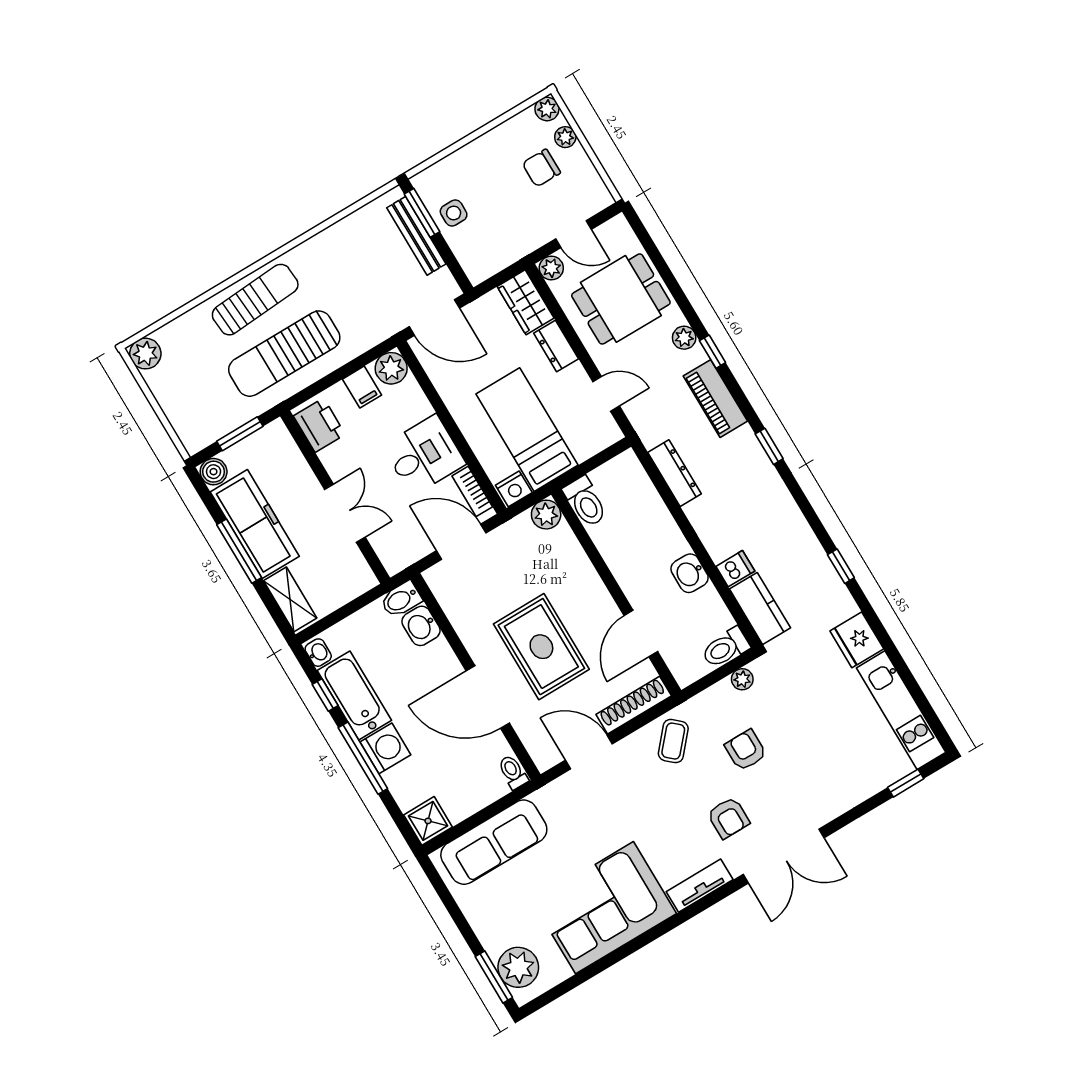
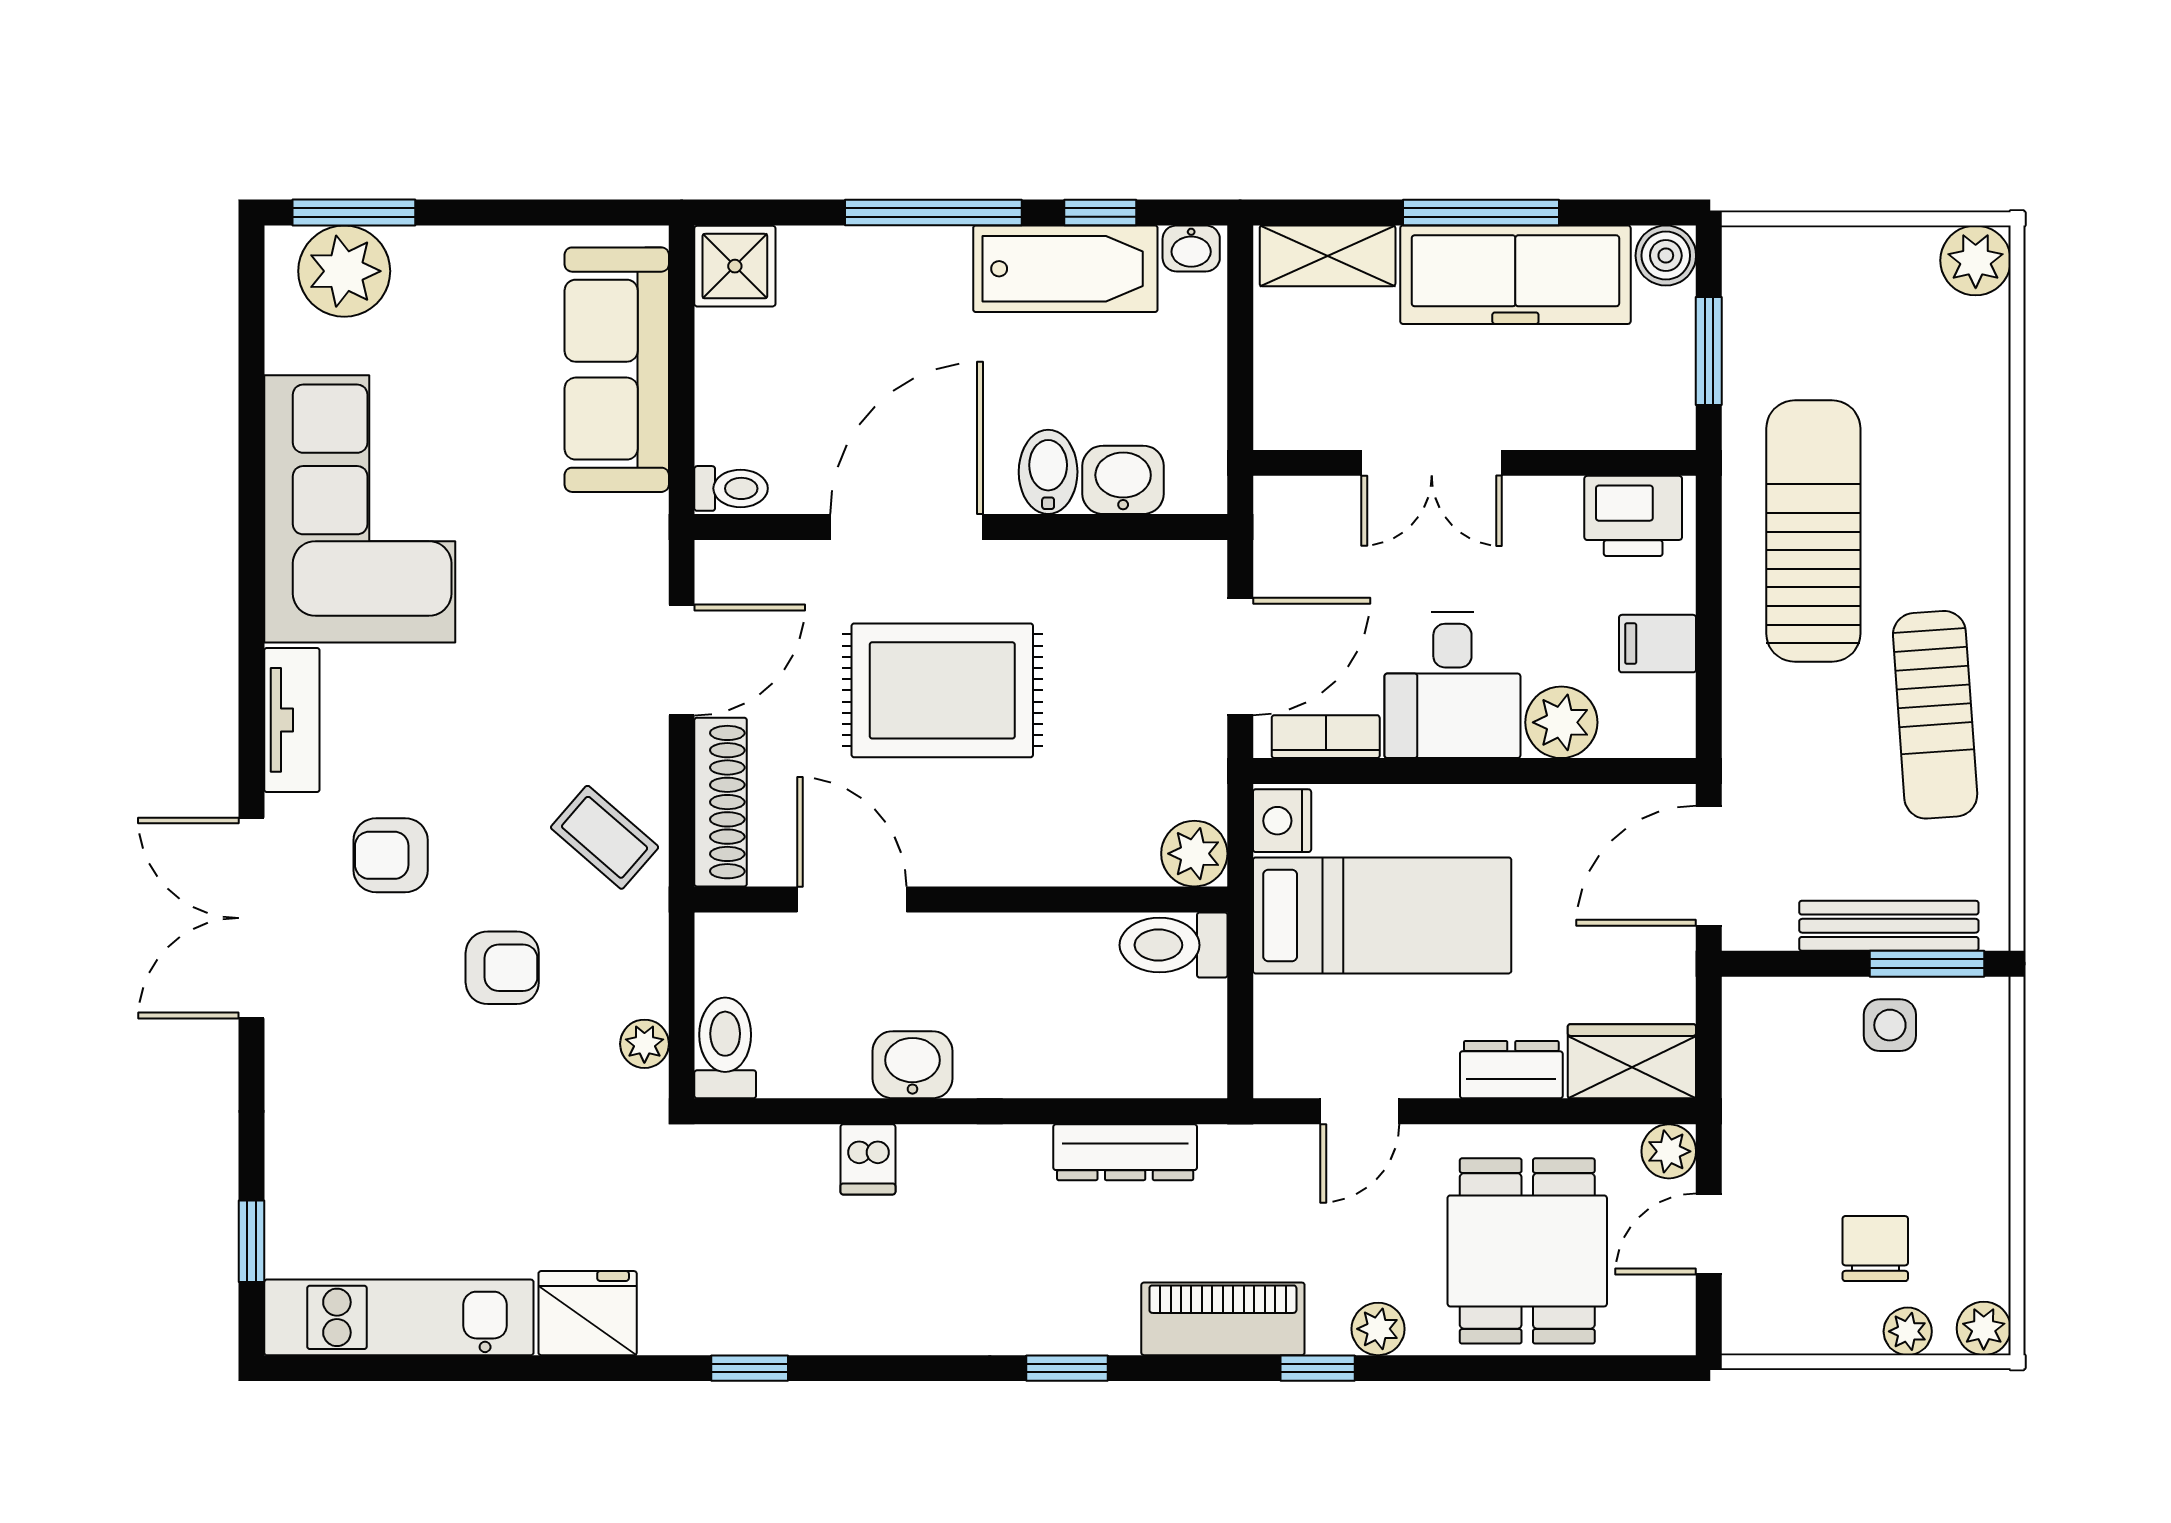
sun lounger: (255, 300) -> (1935, 715), moved
plant: (391, 368) -> (1561, 722), moved
bidet: (401, 599) -> (1048, 472), moved
kitchen counter: (760, 608) -> (762, 1161), removed
washing machine: (385, 748) -> (926, 268), removed

